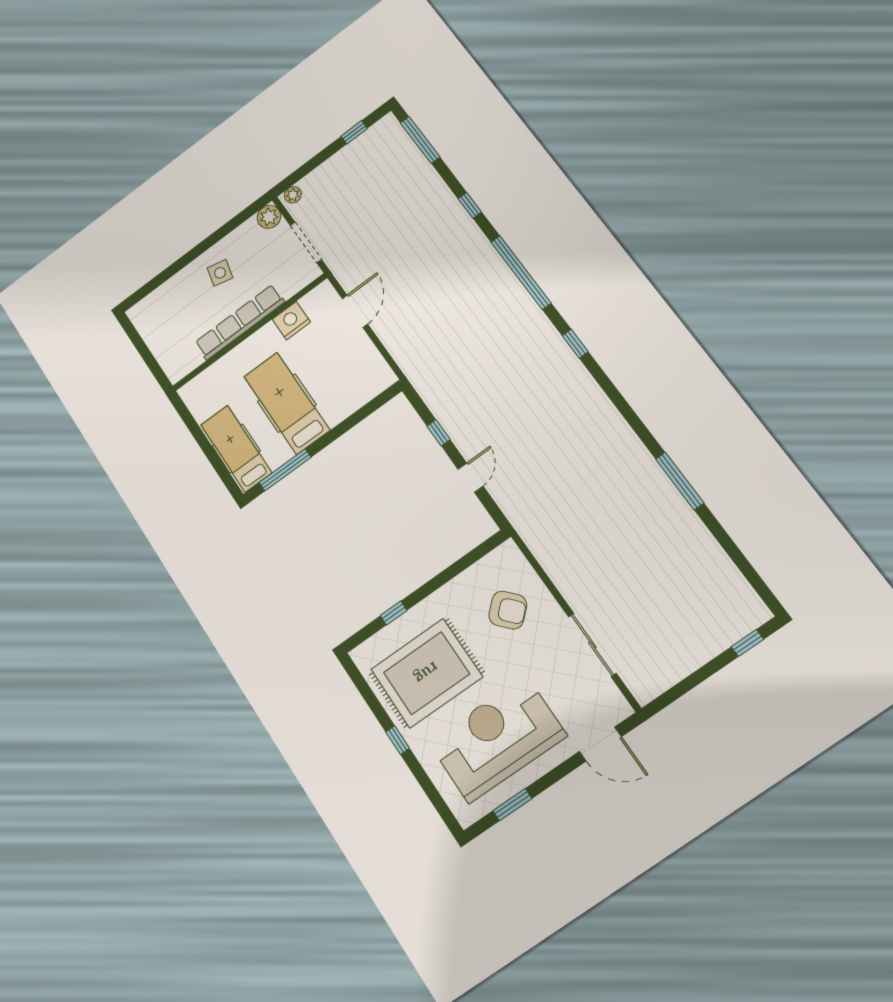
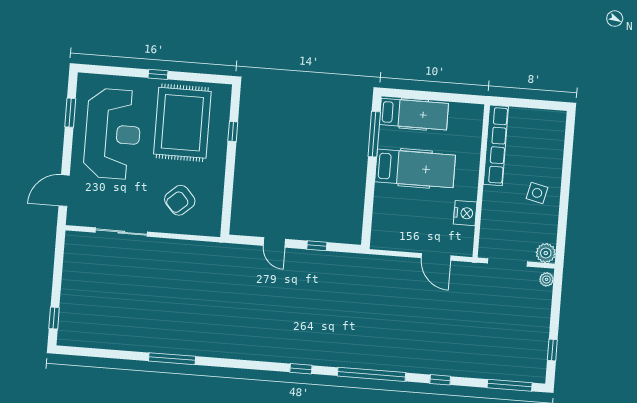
row of seats: (240, 322) -> (496, 145), moved

